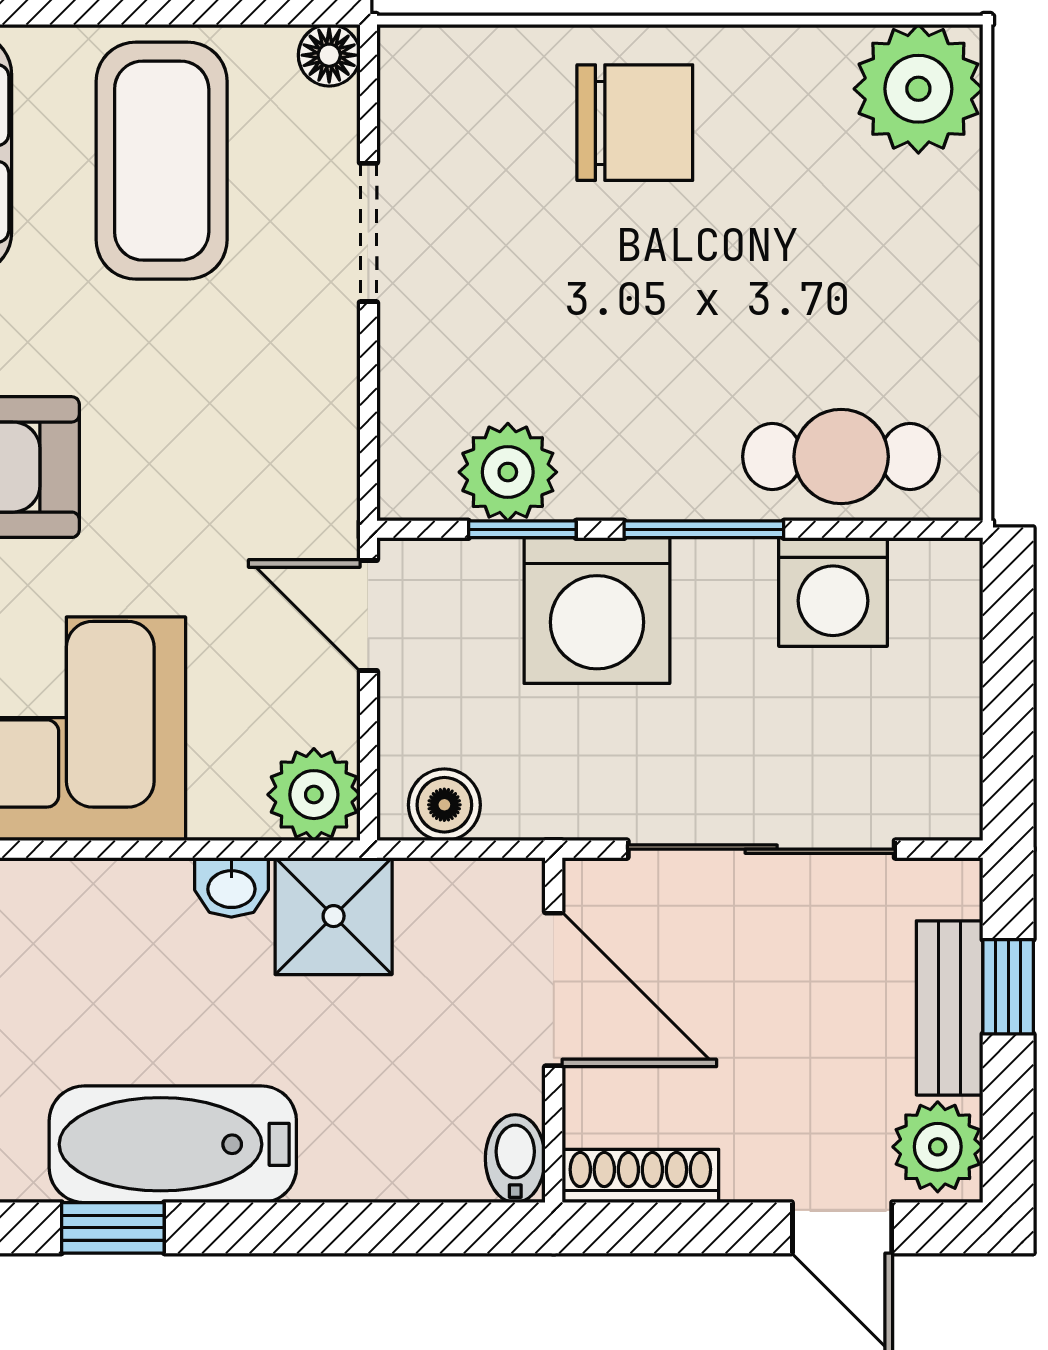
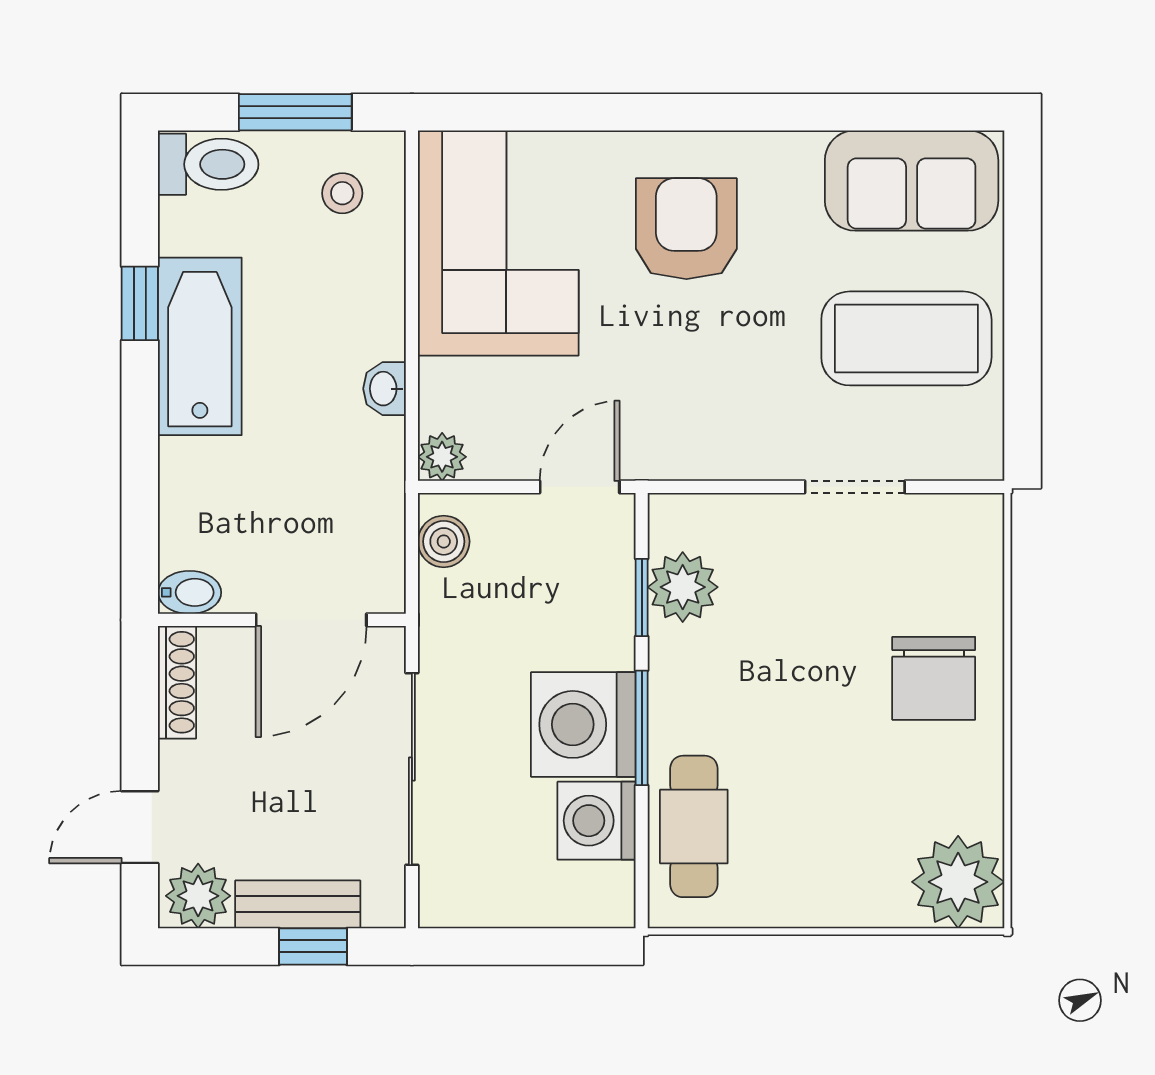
floor lamp: (329, 55) -> (982, 459), removed
washing machine: (597, 611) -> (583, 724), moved
plant: (314, 795) -> (442, 457), width x0.73, depth x0.73
shower: (334, 916) -> (364, 462), removed

